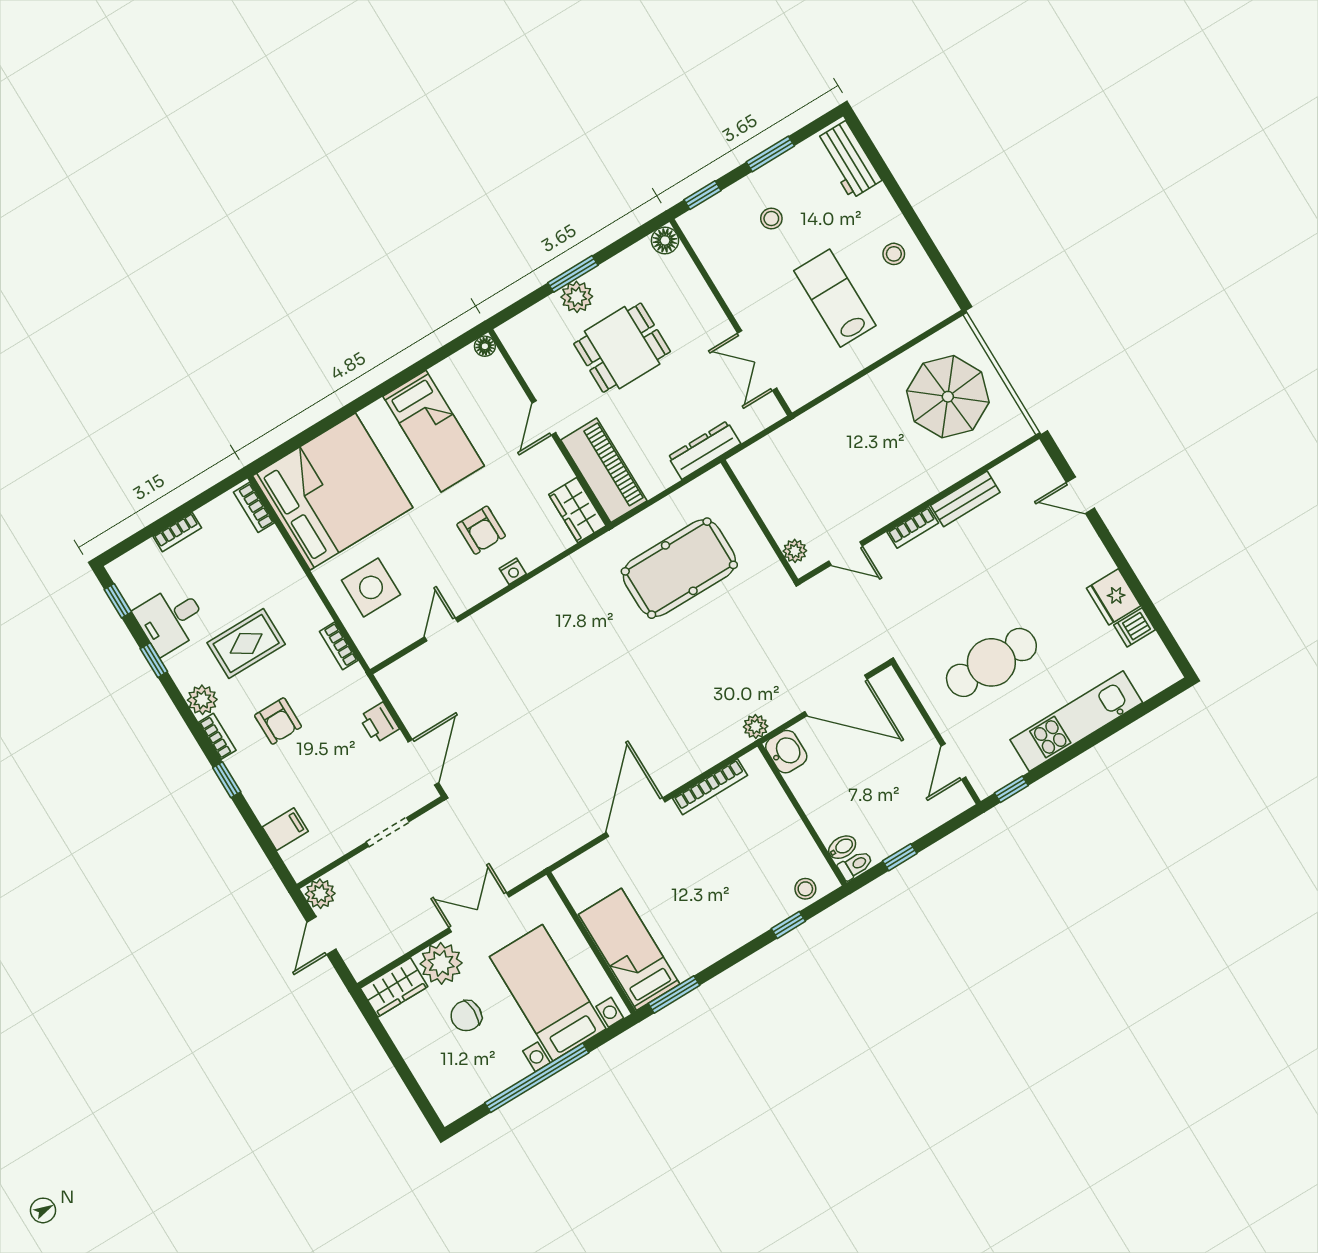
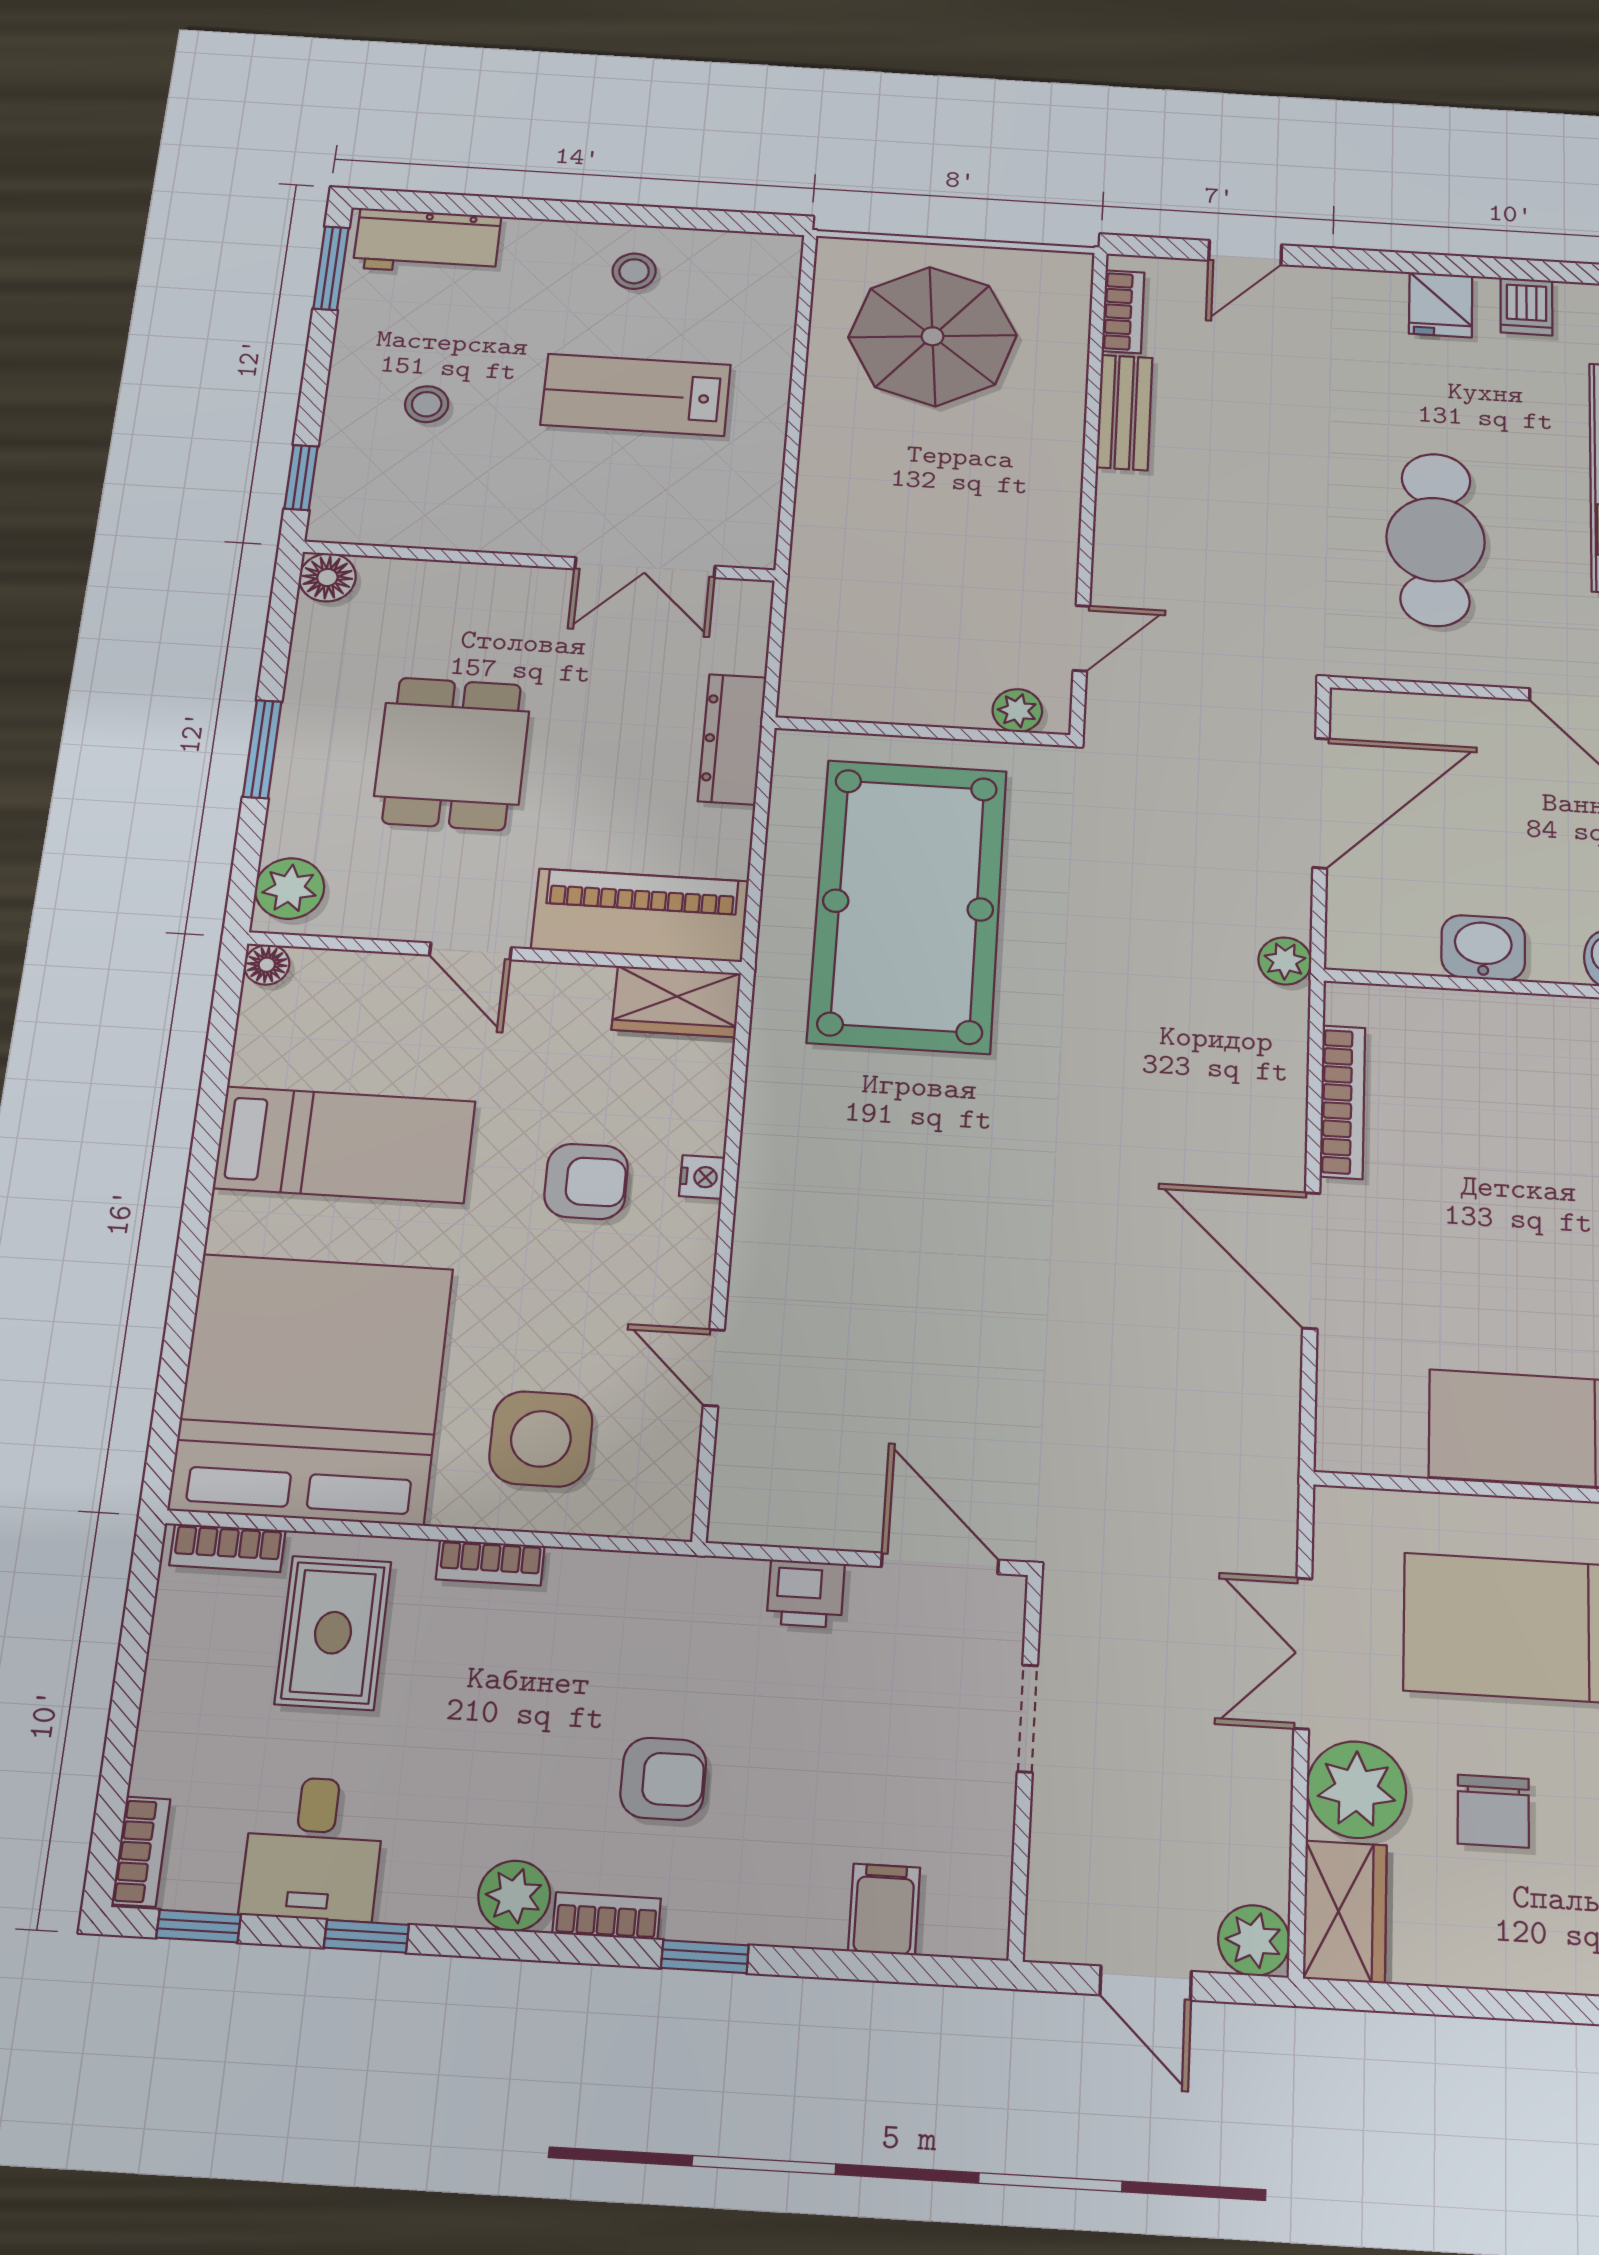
window: (770, 154) -> (331, 268), moved
plant: (577, 297) -> (290, 889), moved
bookcase: (913, 527) -> (1123, 312), moved
bookcase: (177, 532) -> (141, 1852), moved
pool table: (679, 568) -> (908, 905), width x1.36, depth x1.32
fridge: (1114, 597) -> (1441, 305), width x0.72
rug: (246, 643) -> (333, 1633), moved
bookcase: (339, 646) -> (490, 1563), moved
washbasin: (786, 752) -> (1483, 948), moved
plant: (320, 894) -> (1254, 1940), moved

